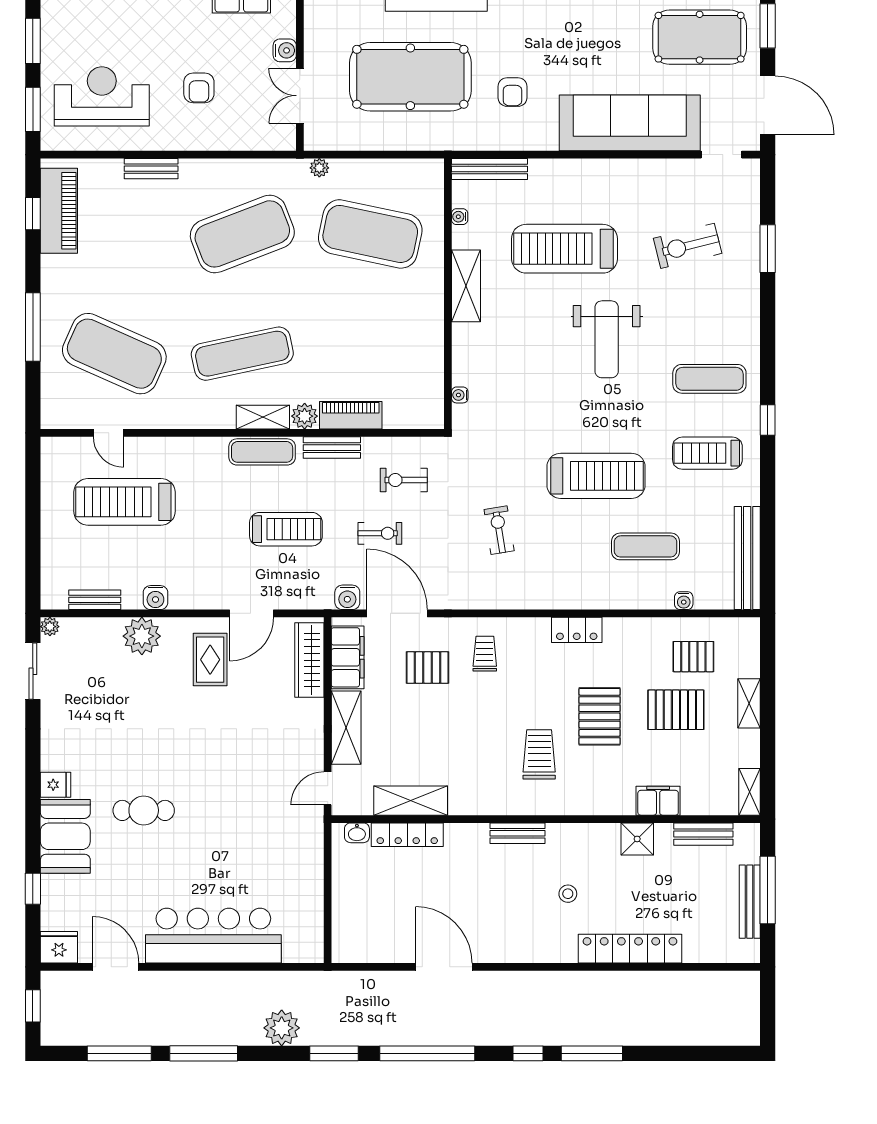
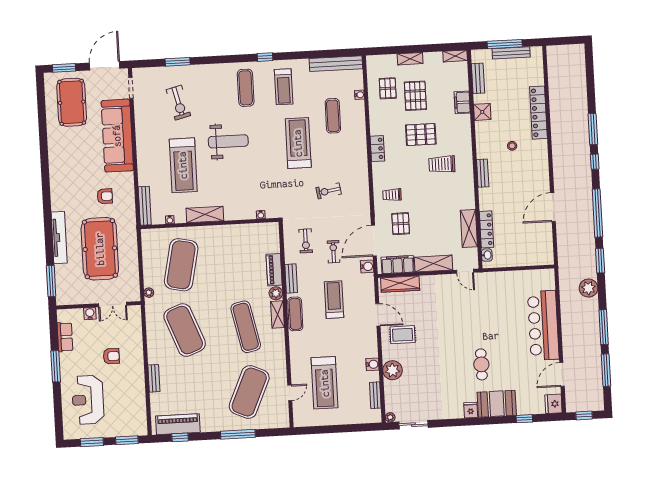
reception desk: (102, 96) -> (88, 400), moved

